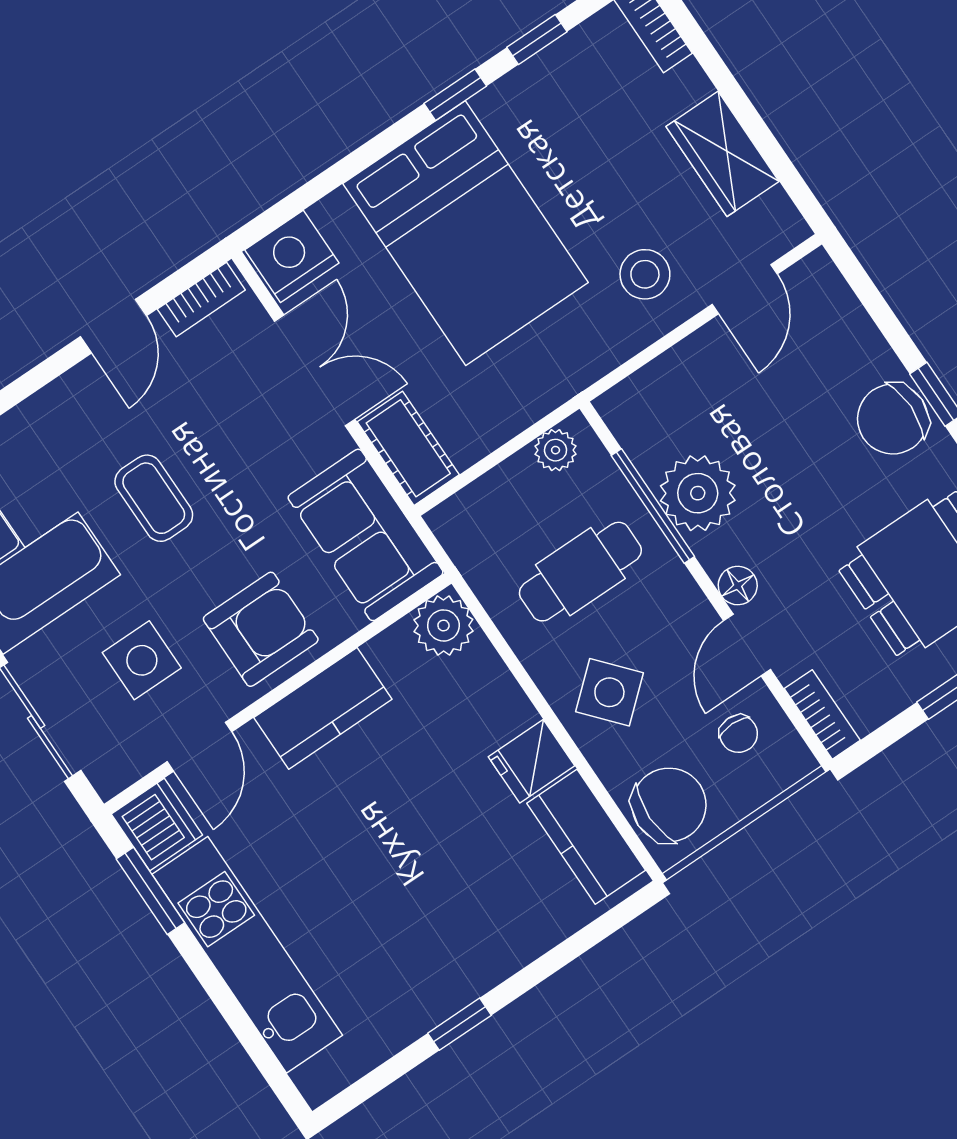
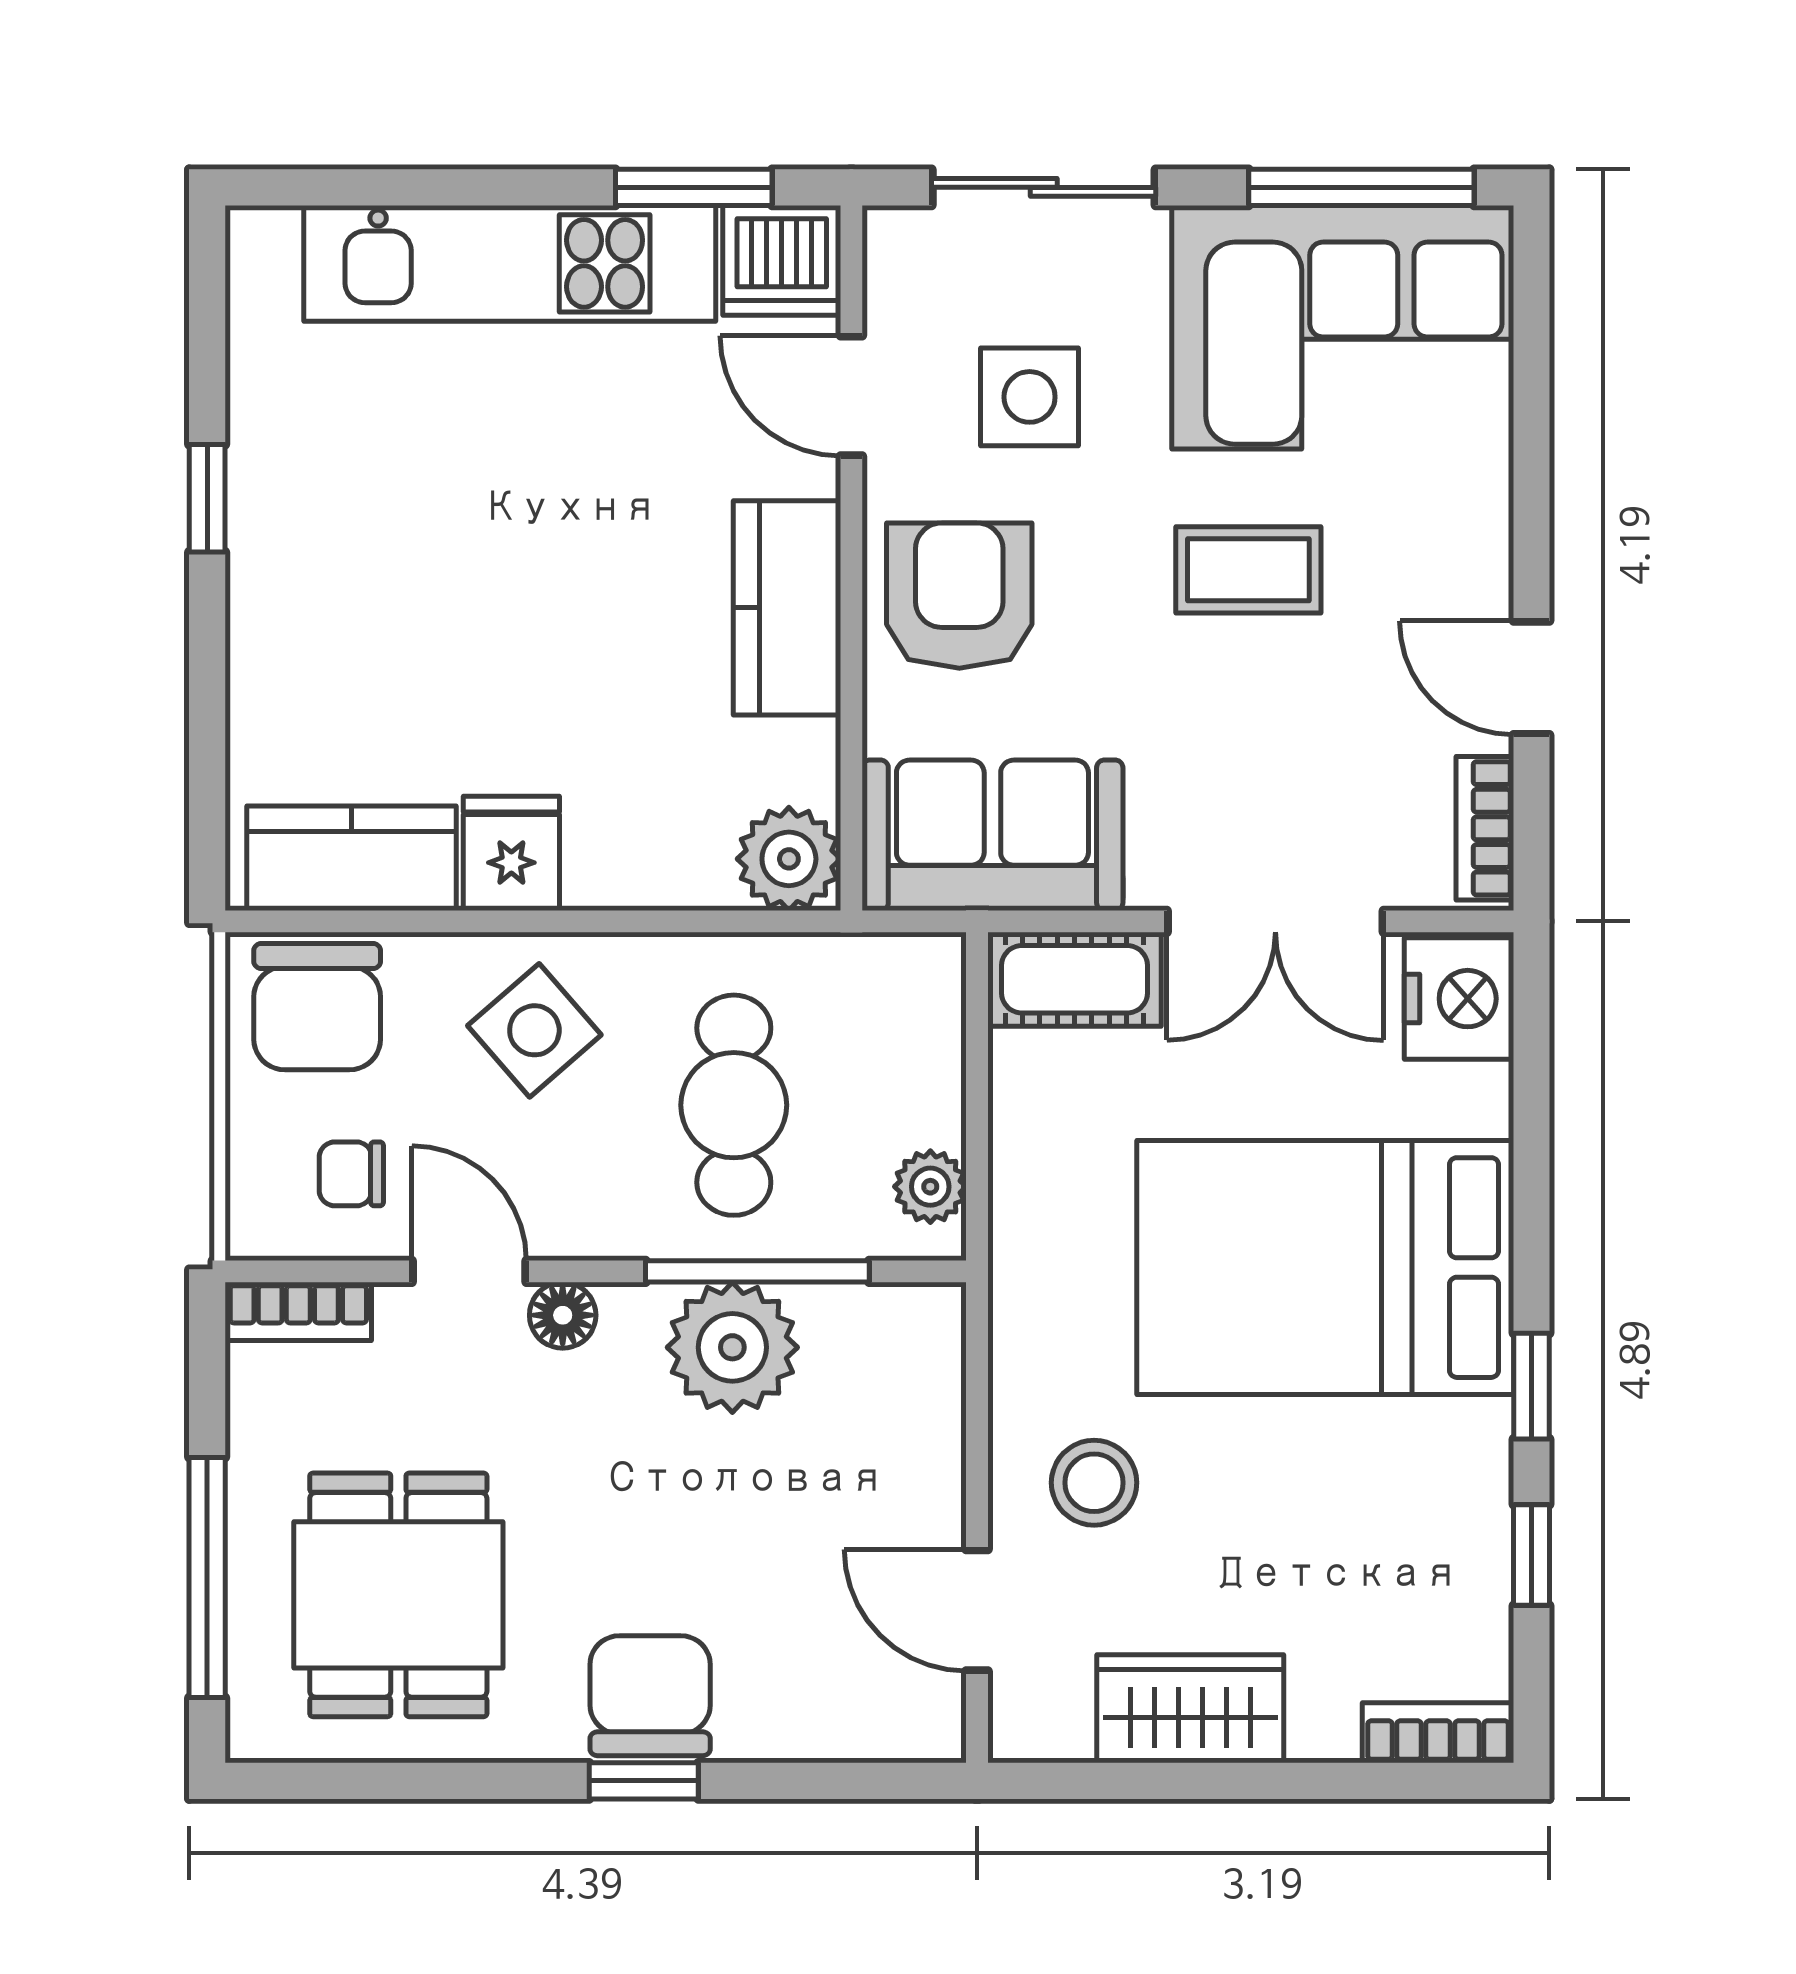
armchair: (261, 629) -> (959, 596), turned 180

